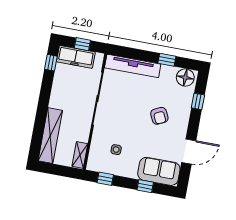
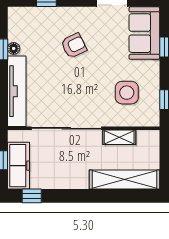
floor lamp: (185, 78) -> (14, 48), moved, width x0.53, depth x0.53
side table: (116, 150) -> (127, 93), width x1.87, depth x1.87
shelving: (80, 155) -> (119, 137), moved

